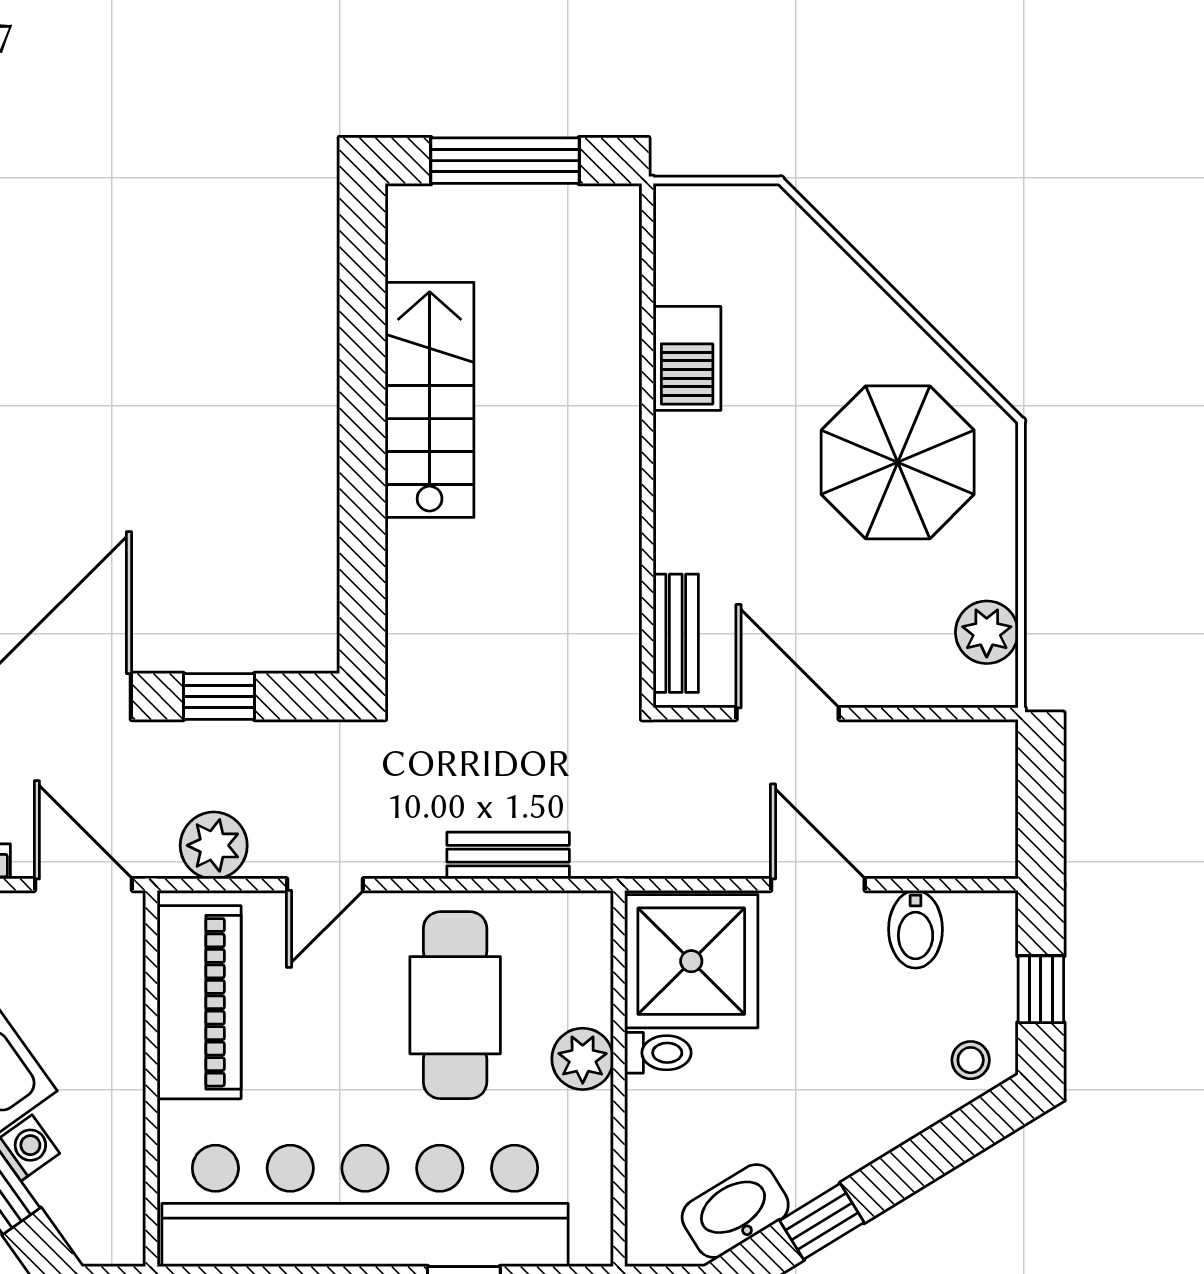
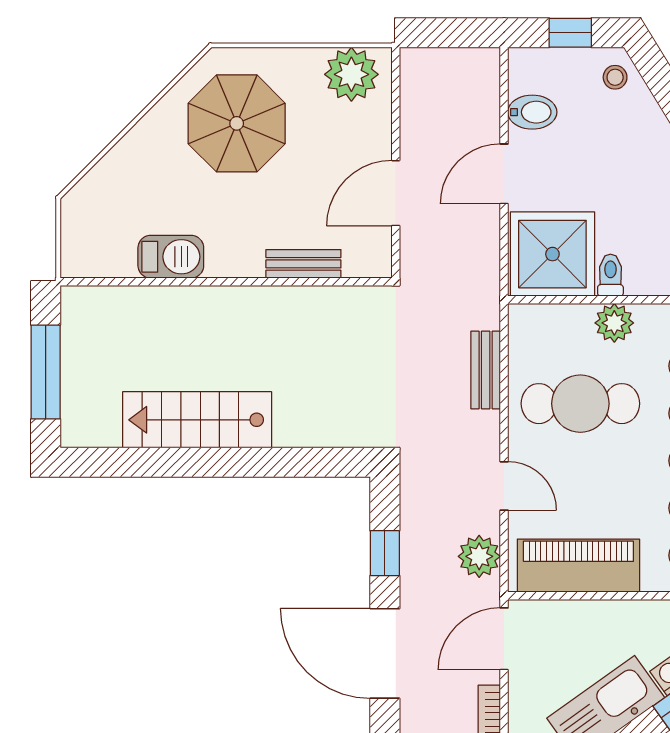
plant: (987, 632) -> (351, 74), width x1.36, depth x1.36
bench: (676, 633) -> (303, 264), moved

